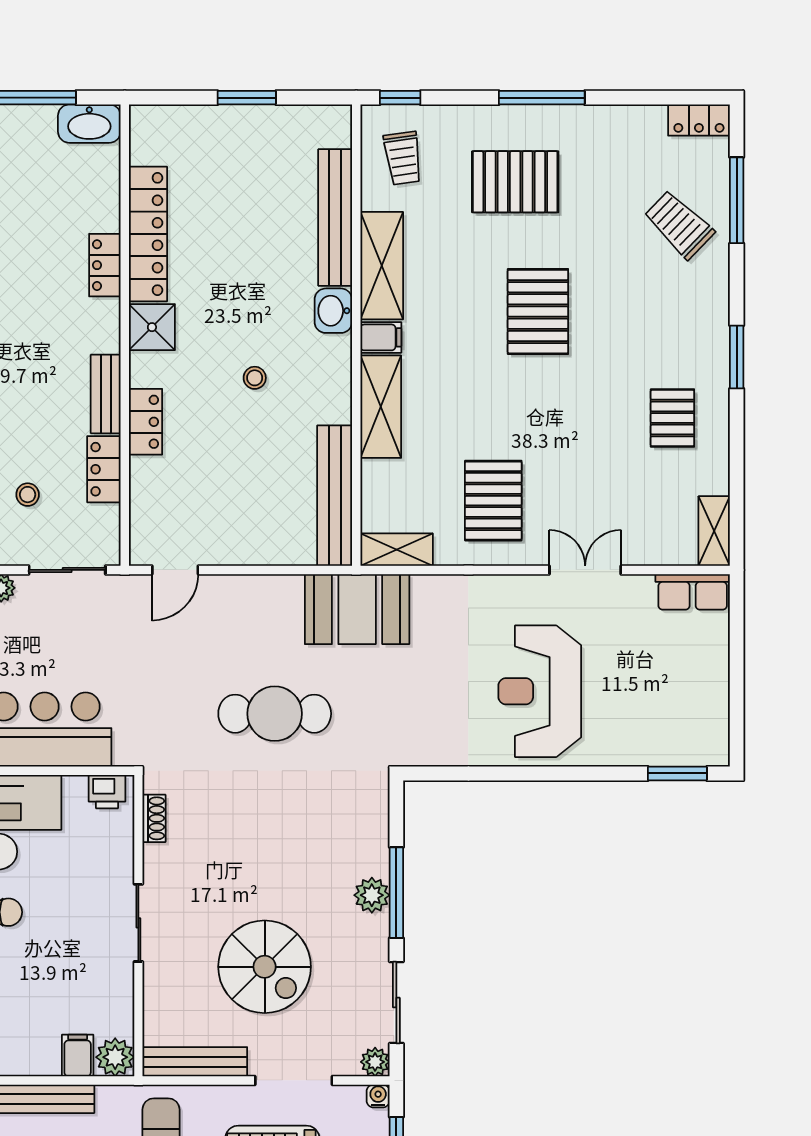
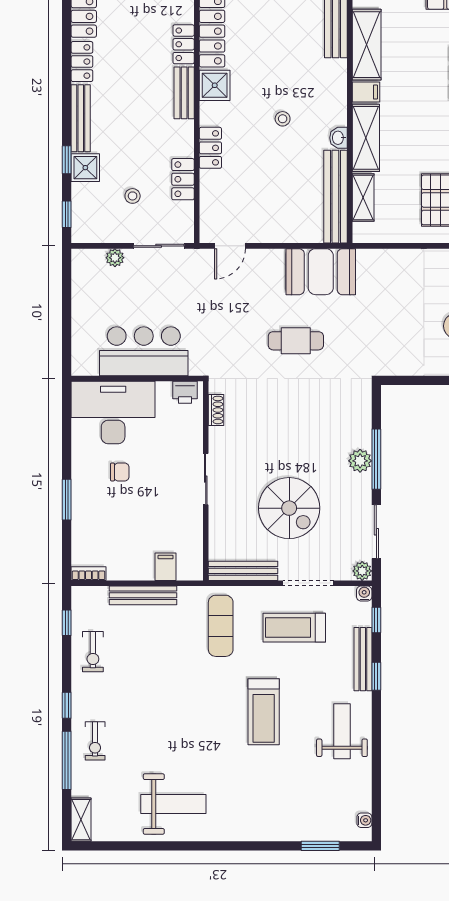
washbasin: (333, 311) -> (338, 138), moved, width x0.72, depth x0.69
bench: (106, 394) -> (184, 93), moved
shelving: (397, 550) -> (363, 197), moved, turned 90
booth: (357, 609) -> (321, 272), moved
cafe table: (275, 714) -> (296, 341), width x0.73, depth x0.74
plant: (115, 1057) -> (190, 568), removed

